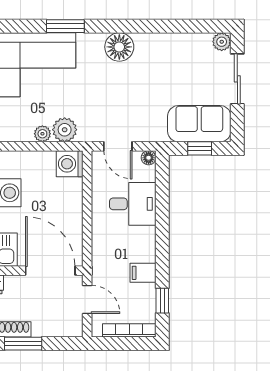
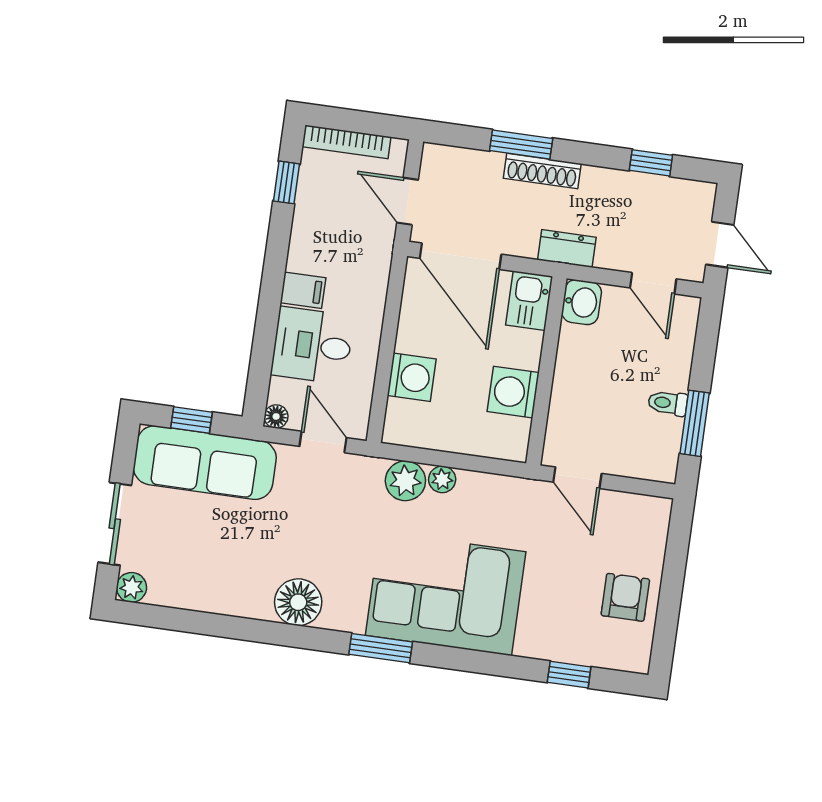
sofa: (199, 124) -> (205, 463), width x1.36
washing machine: (70, 164) -> (412, 377), moved
filing cabinet: (143, 273) -> (303, 290), moved

